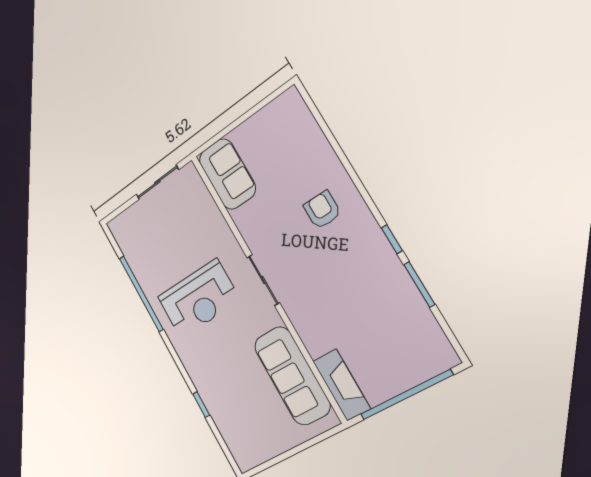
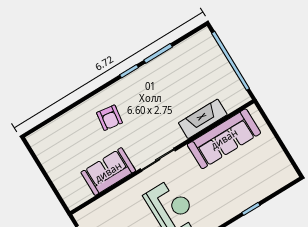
sofa: (227, 174) -> (108, 172), moved
armchair: (322, 210) -> (109, 118), turned -82
fireplace: (342, 385) -> (203, 119), moved

